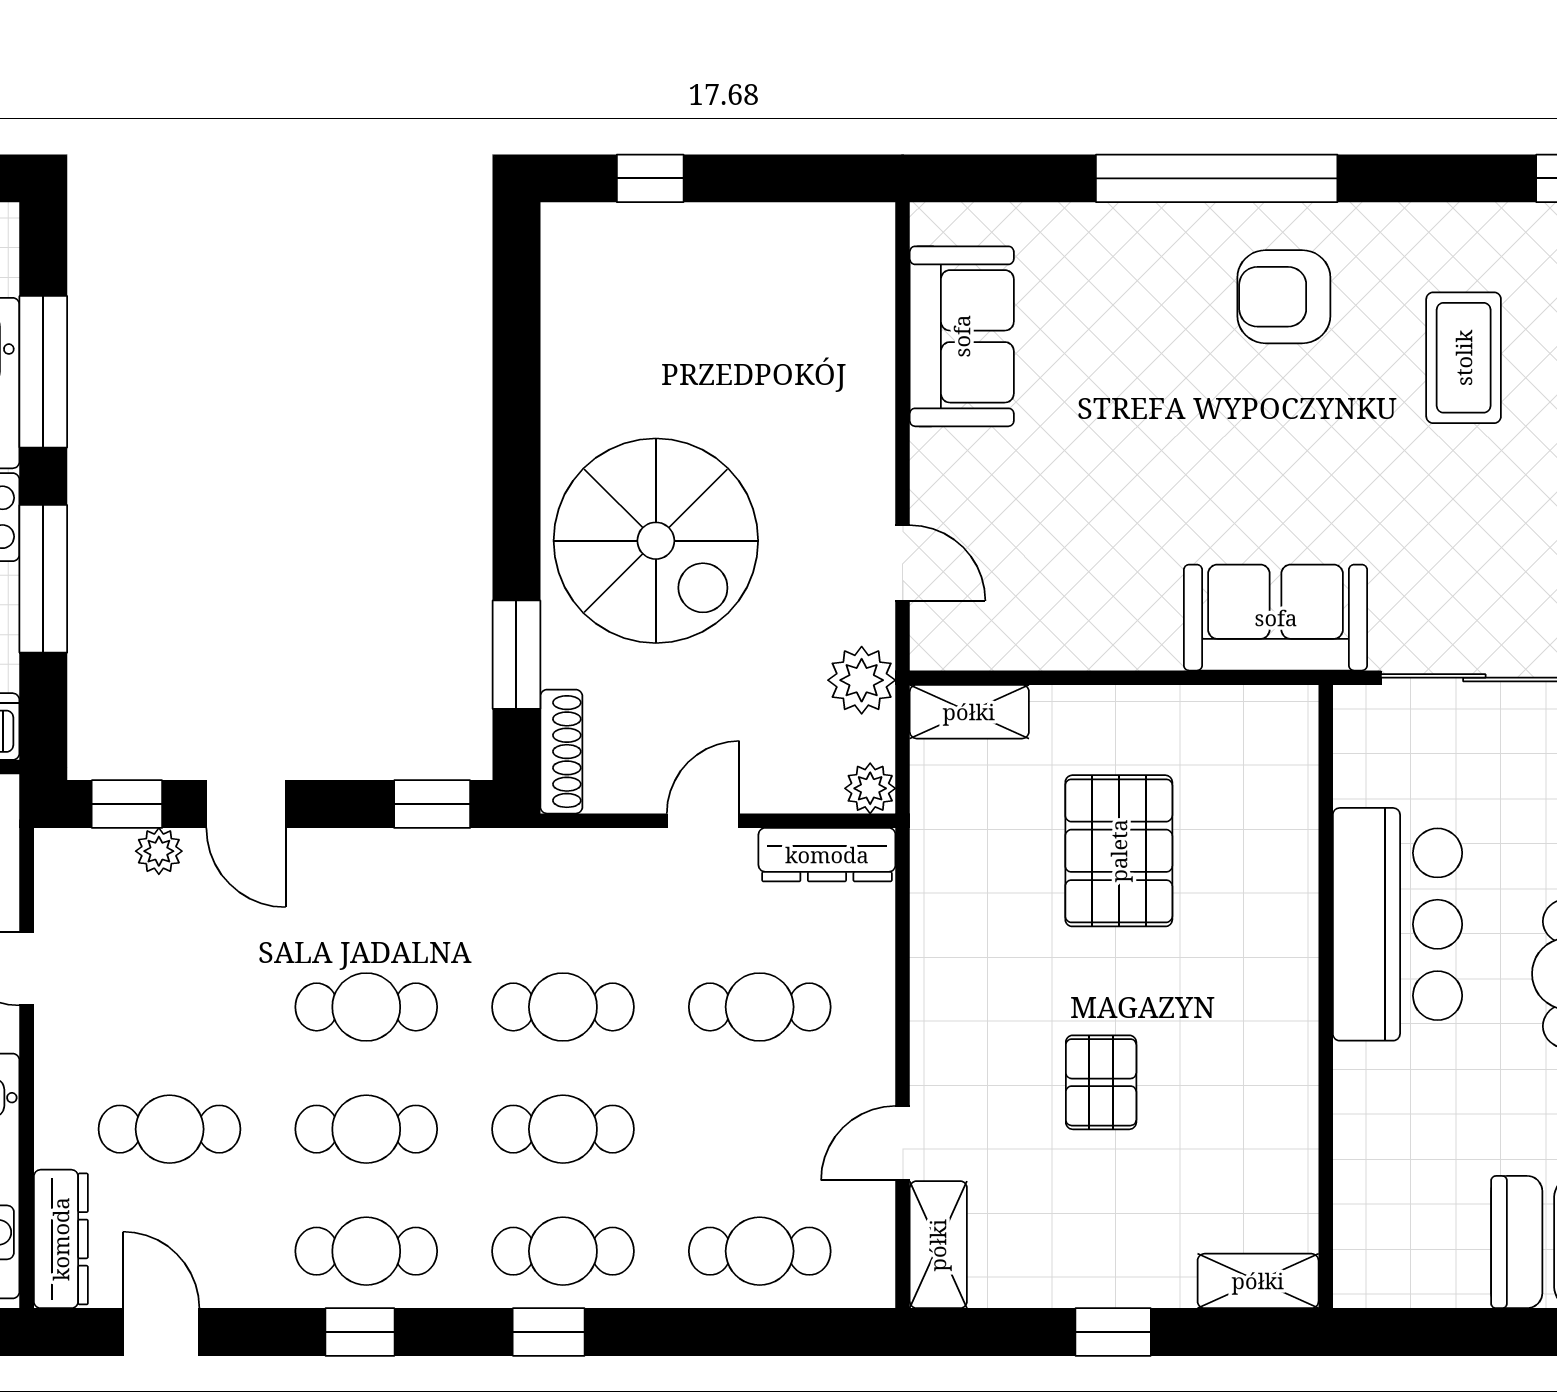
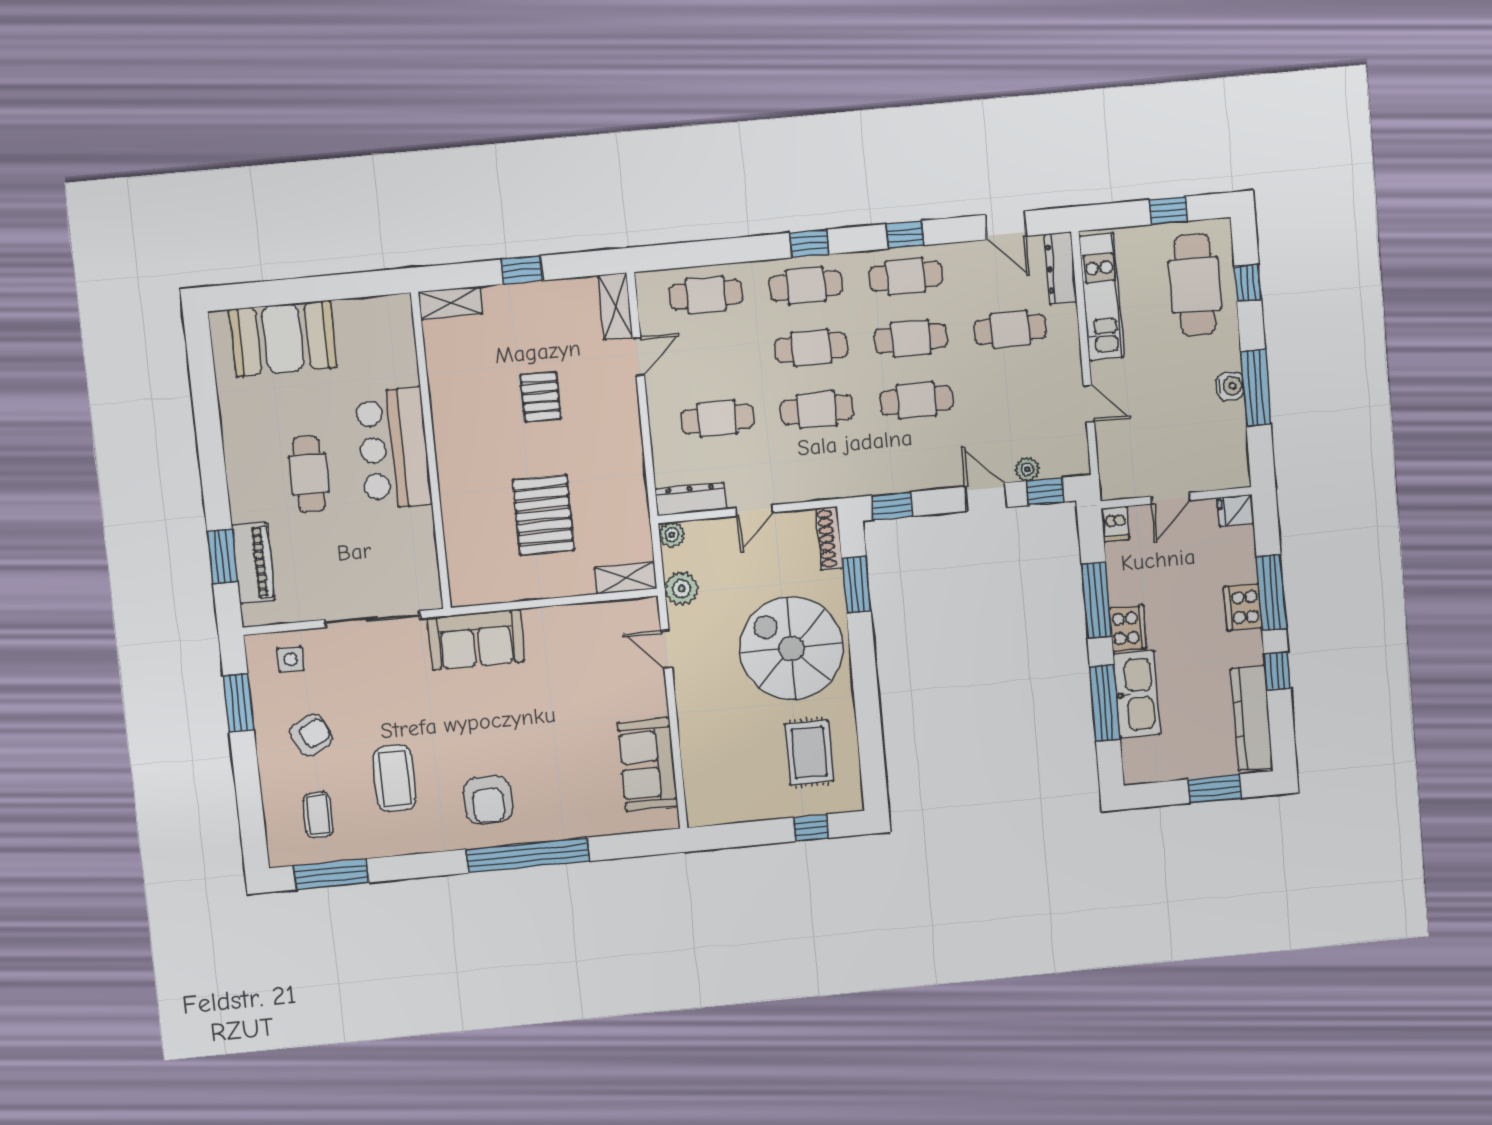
armchair: (1284, 297) -> (488, 800), turned 90
rug: (640, 330) -> (809, 753), added
bar counter: (1397, 924) -> (394, 448), moved

